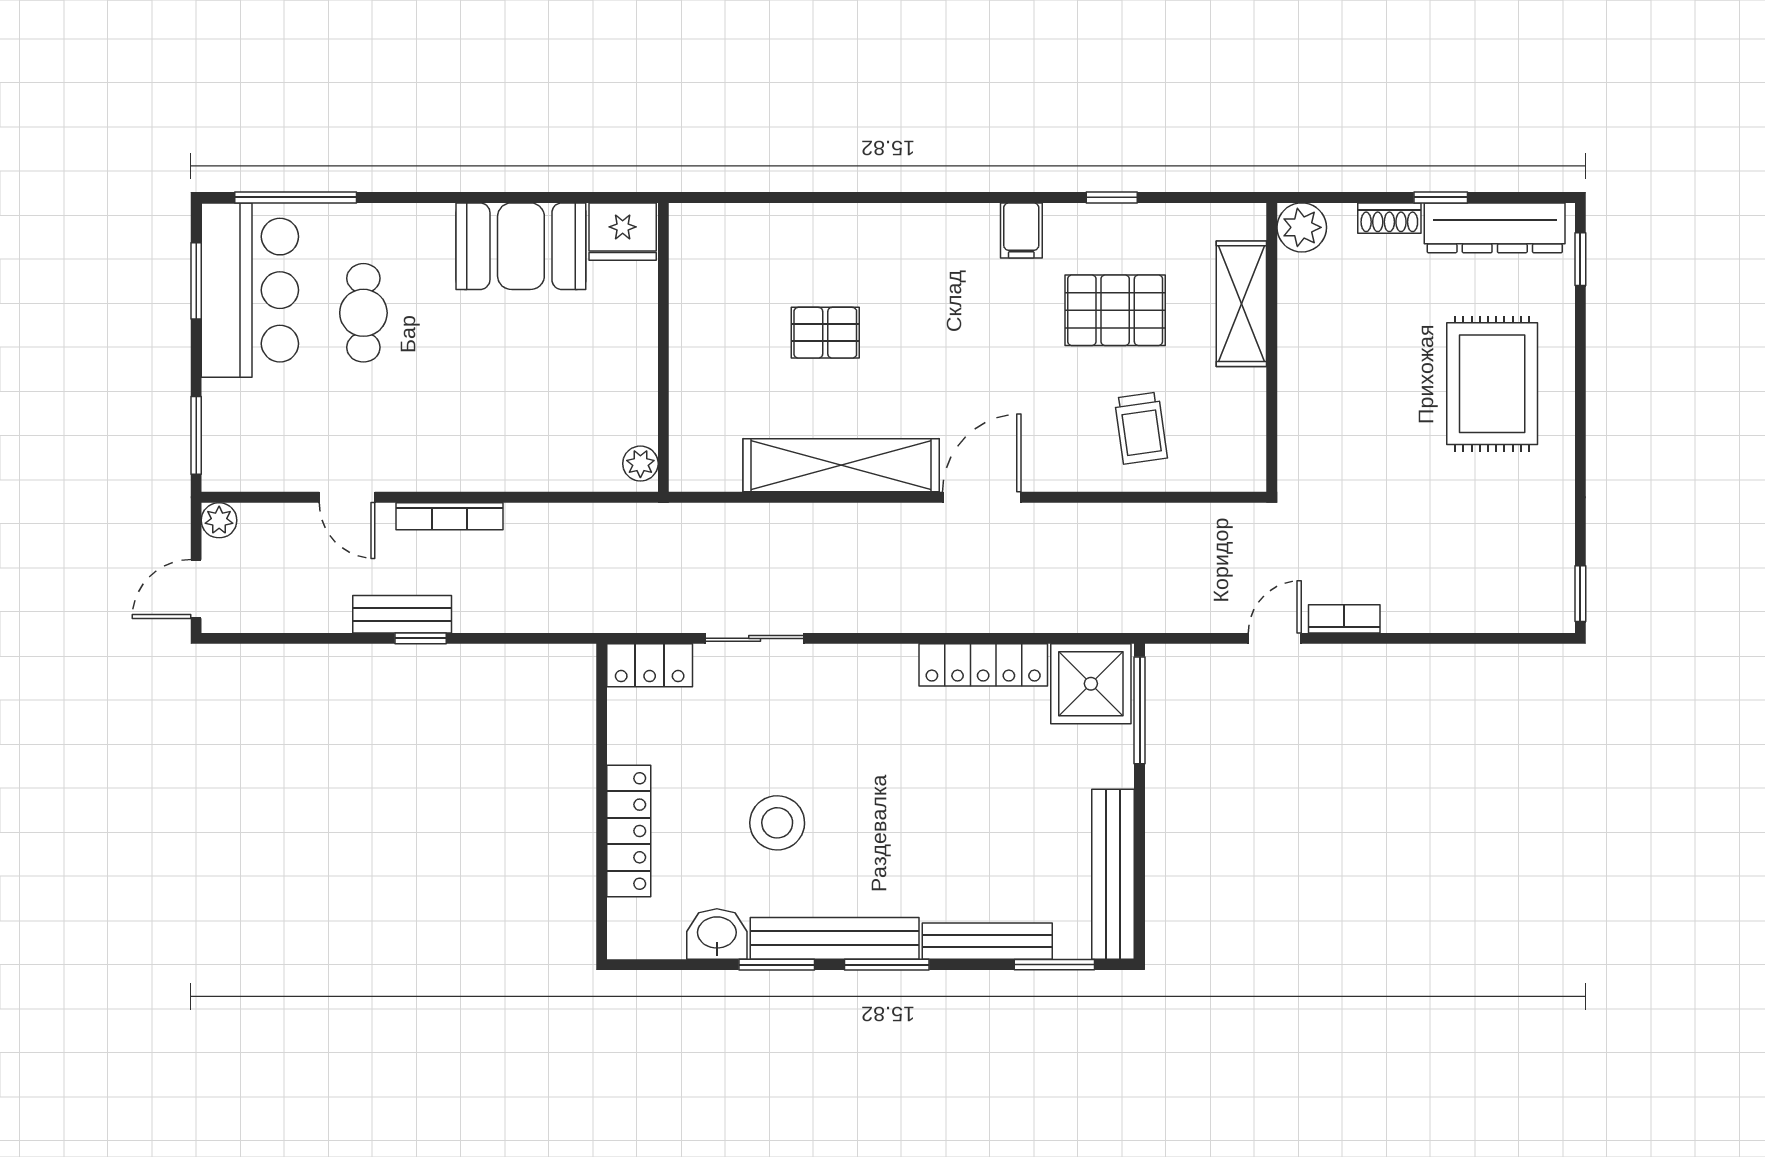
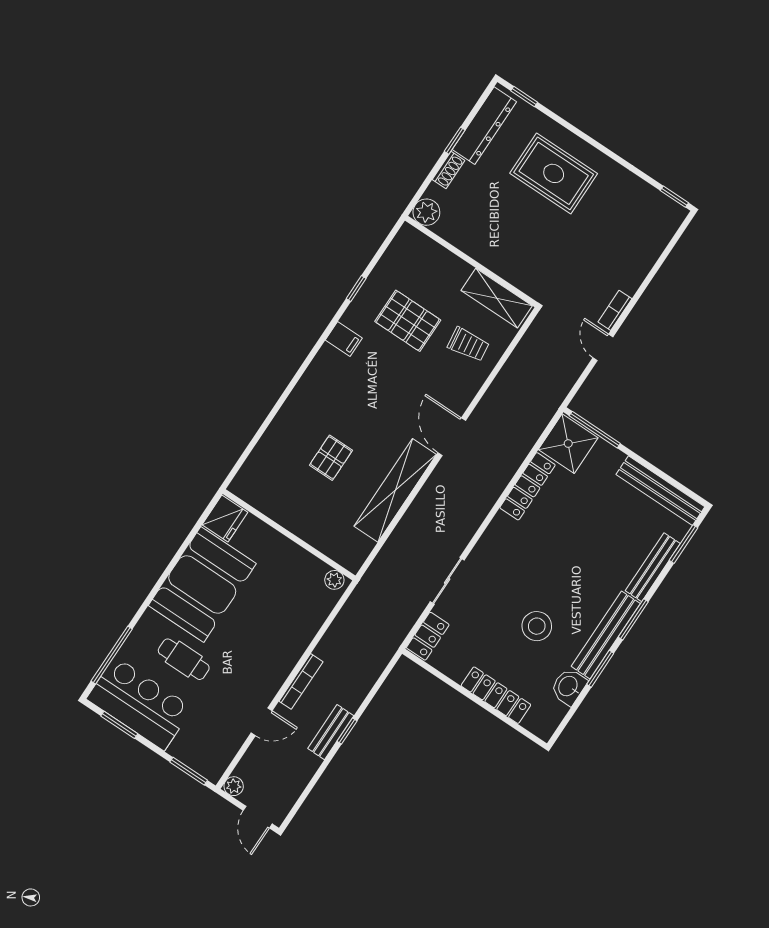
booth: (521, 246) -> (202, 584), width x1.36, depth x1.42
shelving: (1241, 304) -> (497, 298), moved
pallet: (1115, 310) -> (408, 321), turned 90

